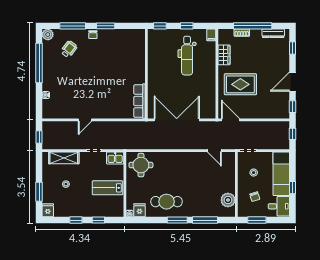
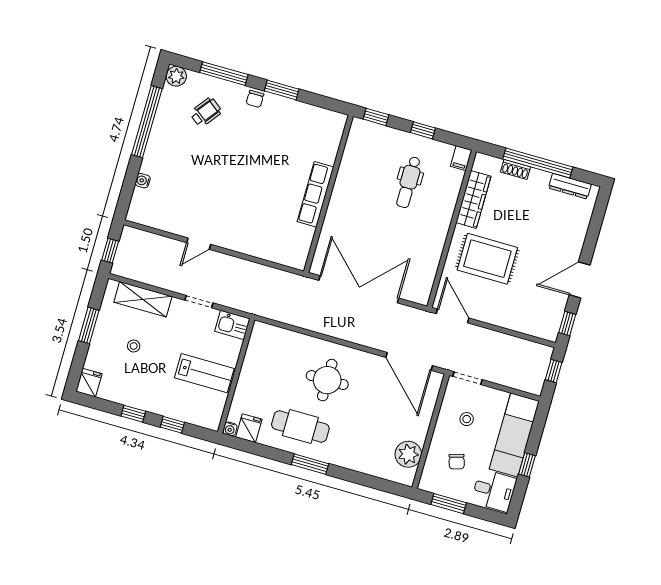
window: (293, 48) -> (596, 221), removed
wardrobe: (224, 55) -> (473, 199), width x1.50
dental chair: (187, 56) -> (409, 182), width x0.73, depth x0.72
row of seats: (139, 101) -> (316, 194), moved
door: (214, 151) -> (409, 361), width x1.88
round table: (141, 165) -> (327, 380), moved
lab bench: (107, 188) -> (204, 373), turned 180
window: (39, 192) -> (89, 325), moved
window: (205, 220) -> (358, 478), removed

